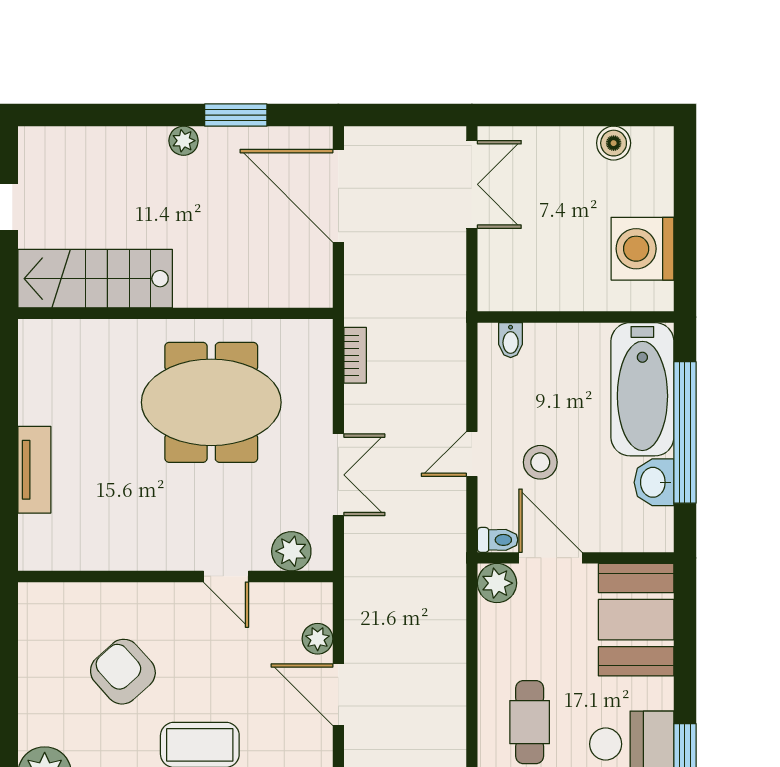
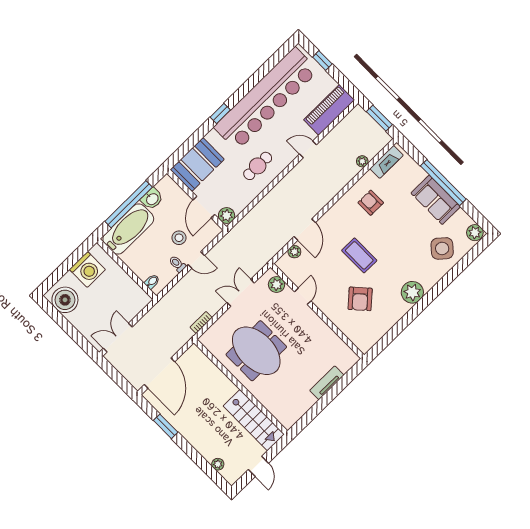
plant: (184, 141) -> (218, 464), moved
boiler: (614, 143) -> (65, 300), width x1.86, depth x1.86
toilet: (498, 540) -> (177, 264), moved

